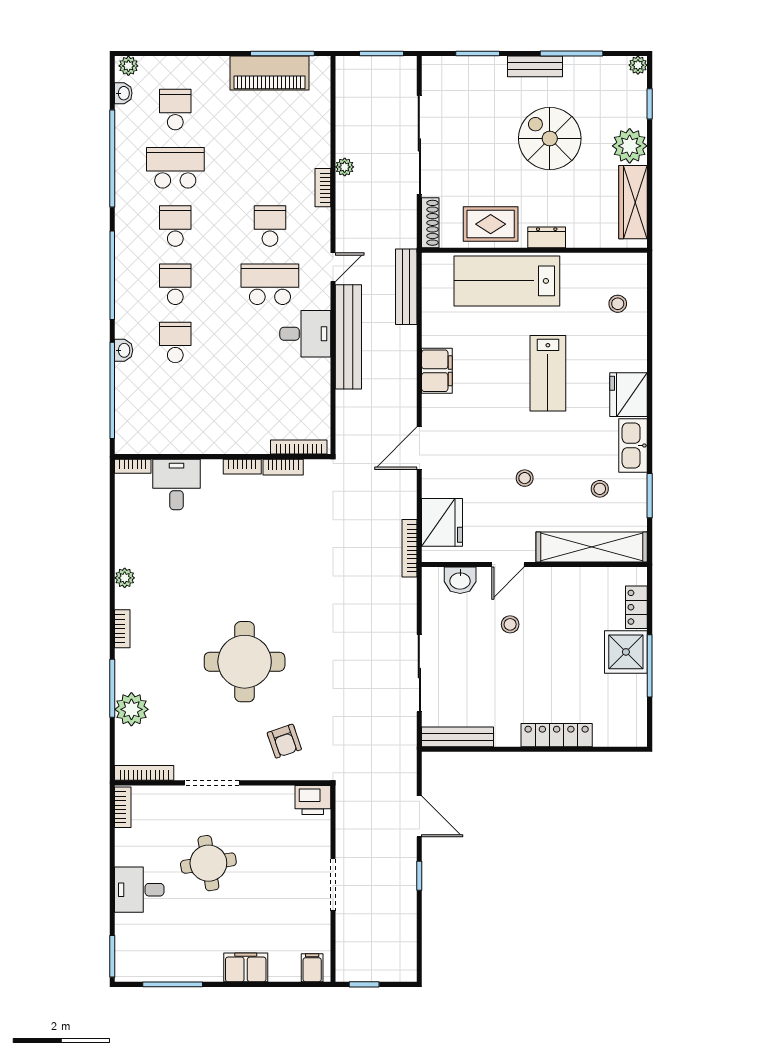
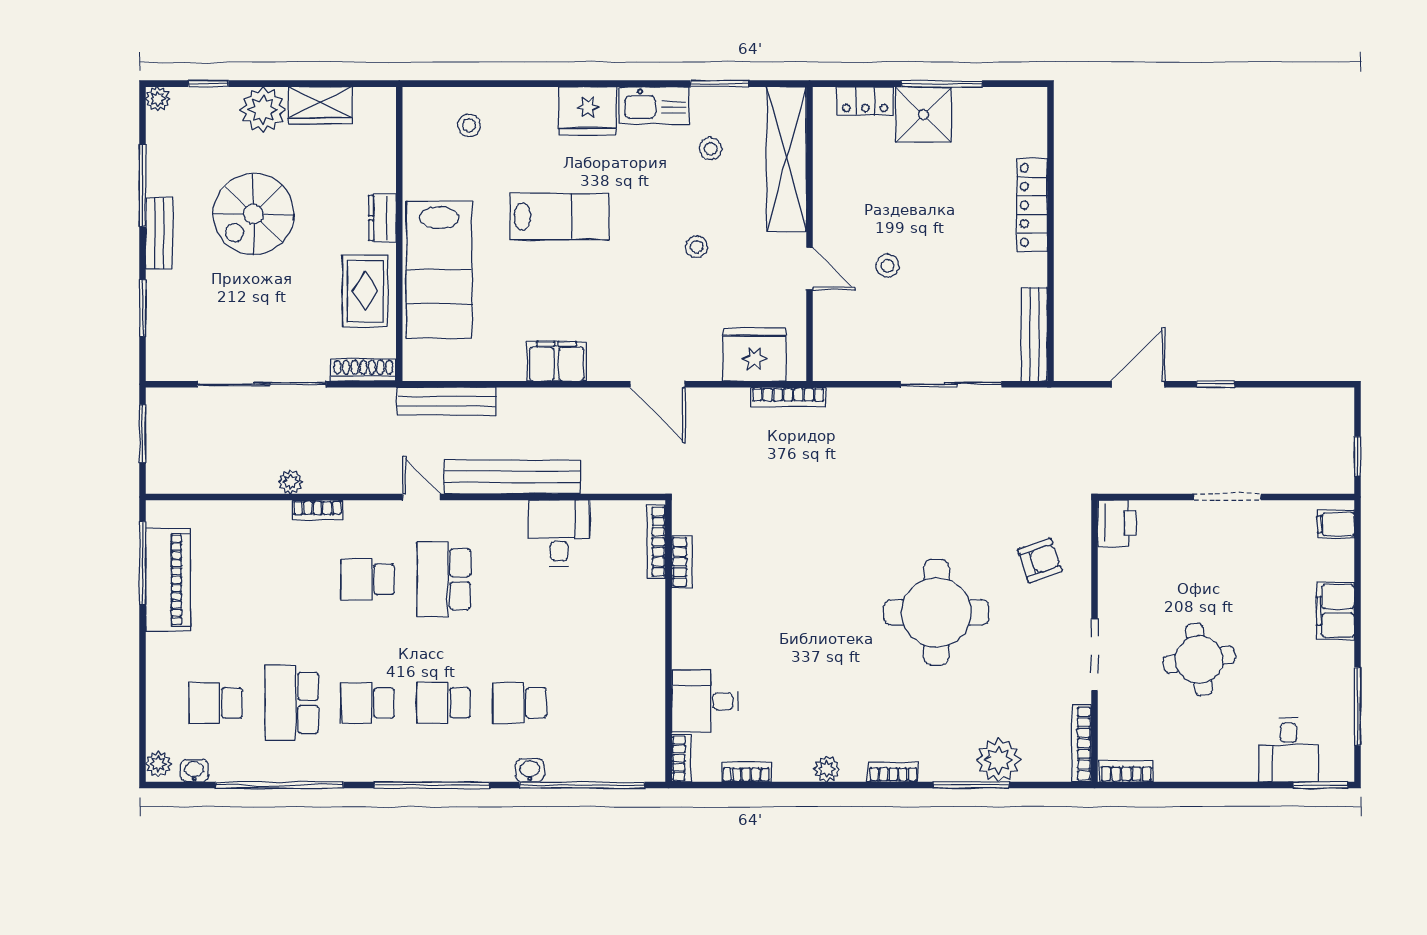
wardrobe: (633, 202) -> (320, 105), width x0.67
desk: (305, 334) -> (559, 533), moved
bookcase: (242, 467) -> (746, 772), moved, turned -90
washbasin: (460, 580) -> (830, 331), removed
desk: (139, 890) -> (1288, 750), moved

